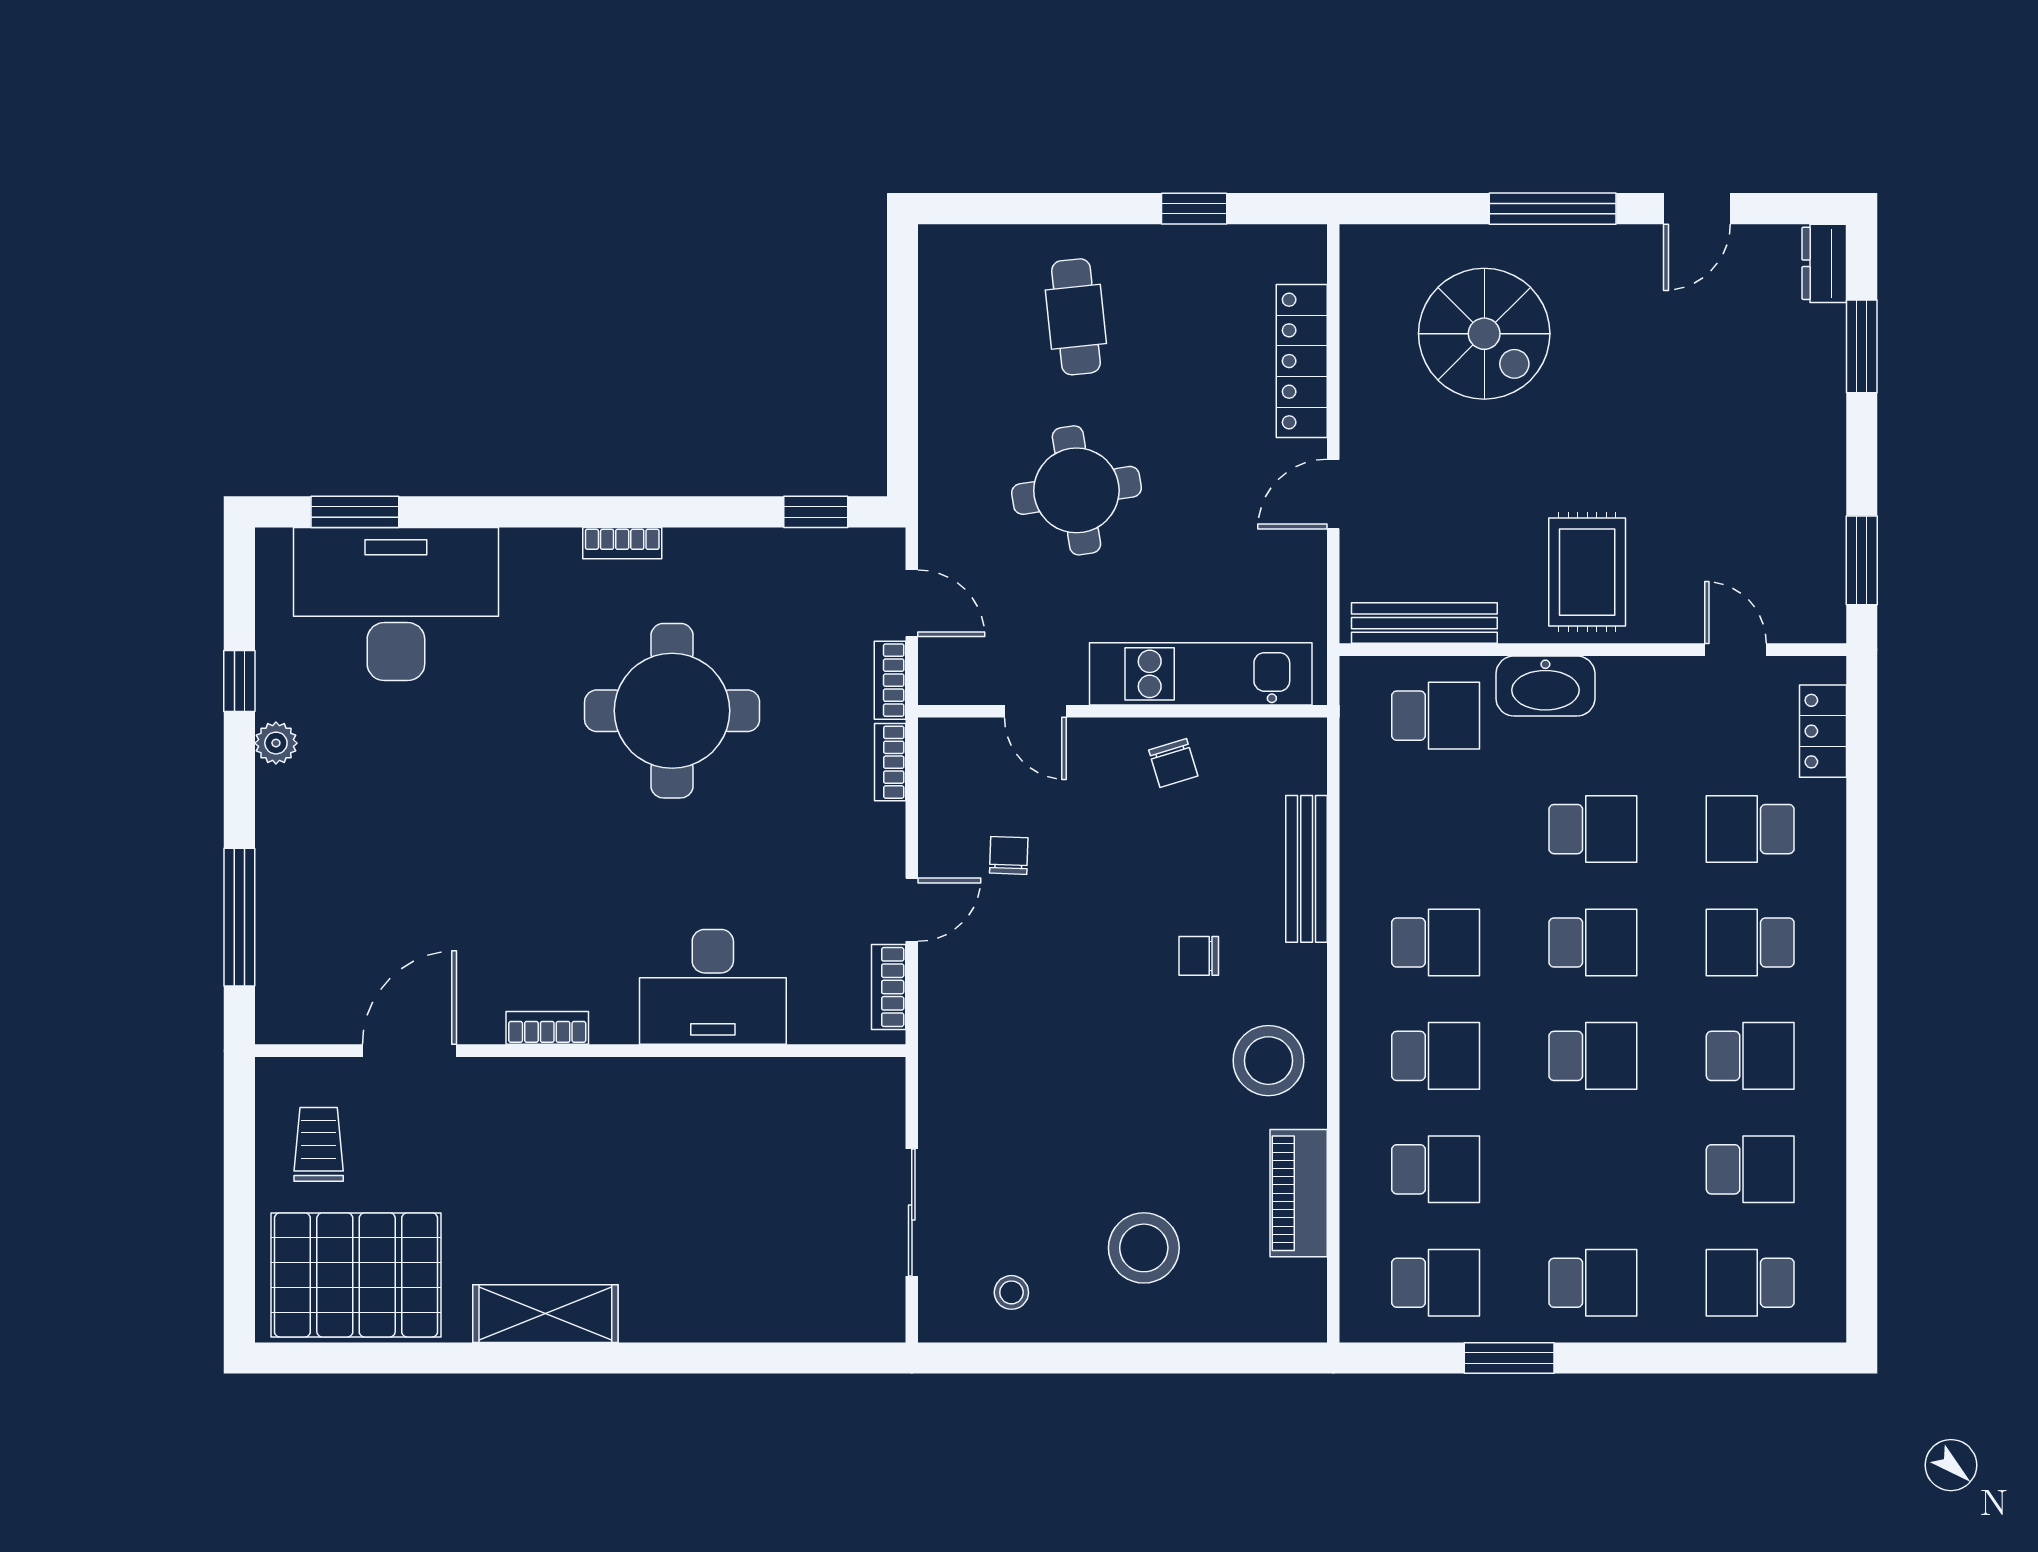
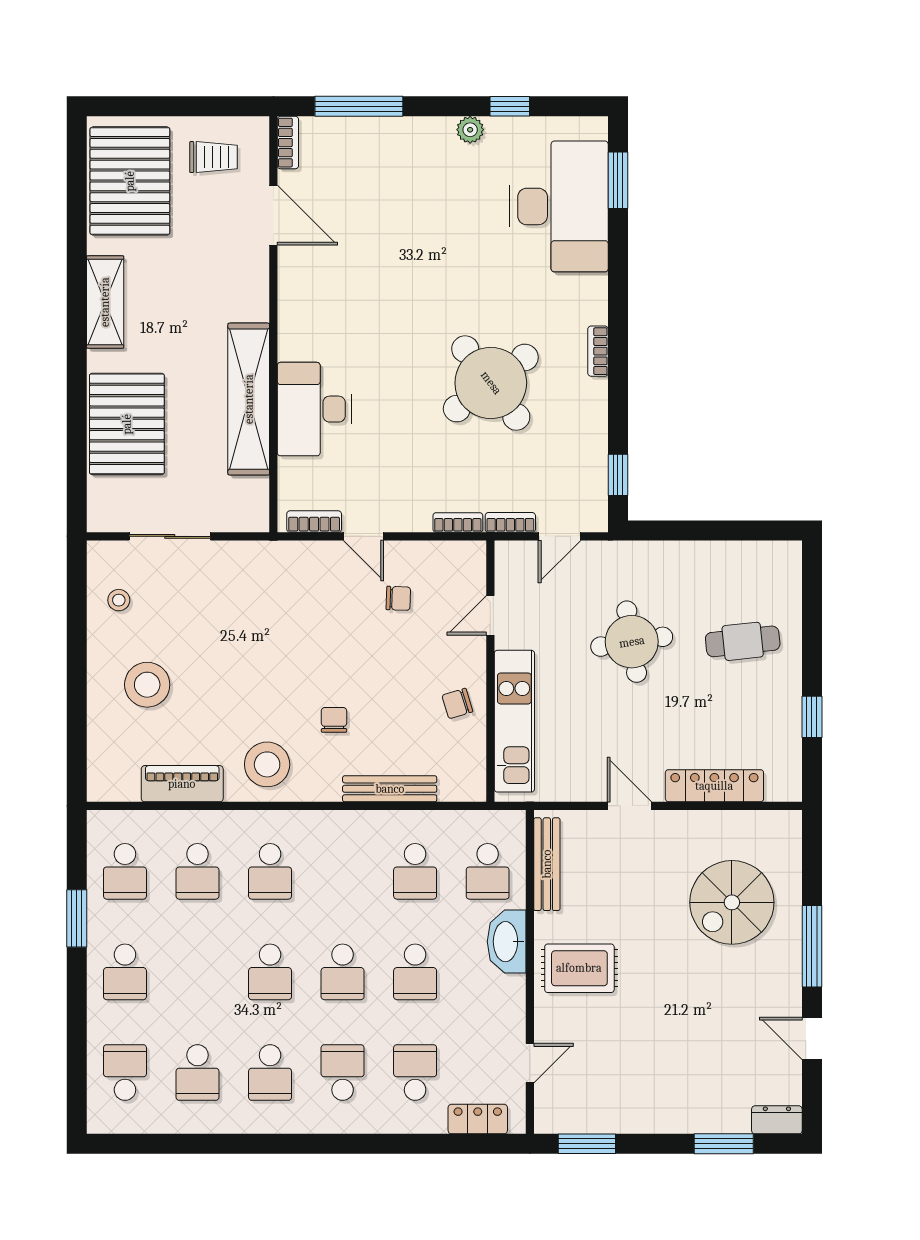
round table: (672, 711) -> (491, 383), turned -37
school desk: (1436, 942) -> (415, 871), moved
bookcase: (547, 1028) -> (288, 143), moved
shelving: (697, 1089) -> (249, 399), added
pallet: (736, 1280) -> (127, 424), added

